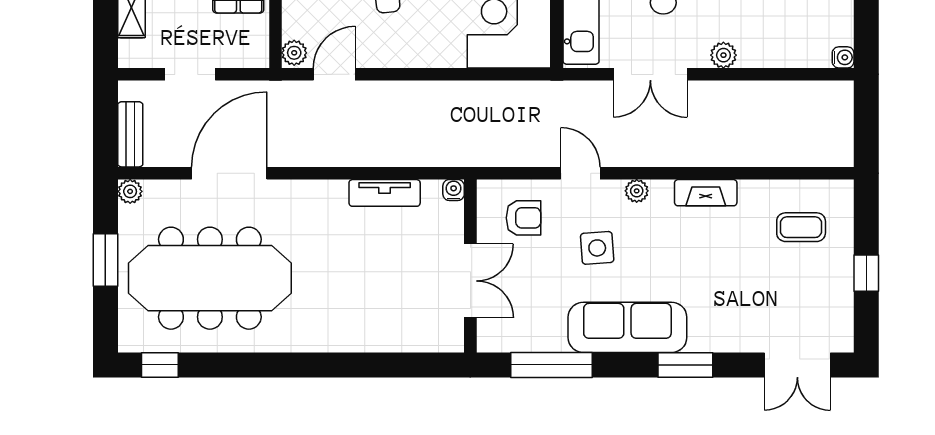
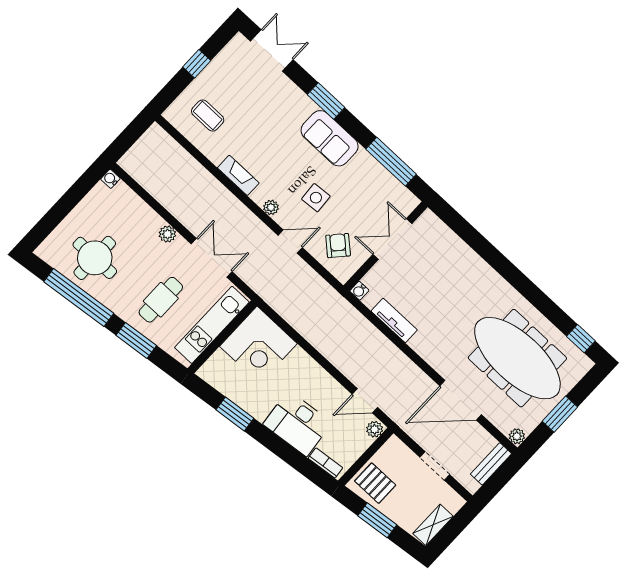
door: (580, 173) -> (290, 241), swing flipped
armchair: (523, 218) -> (338, 246), turned 42
sofa: (627, 327) -> (330, 138), width x0.73

